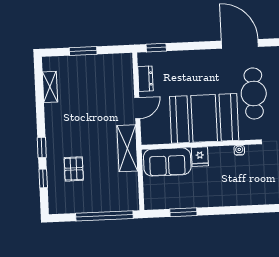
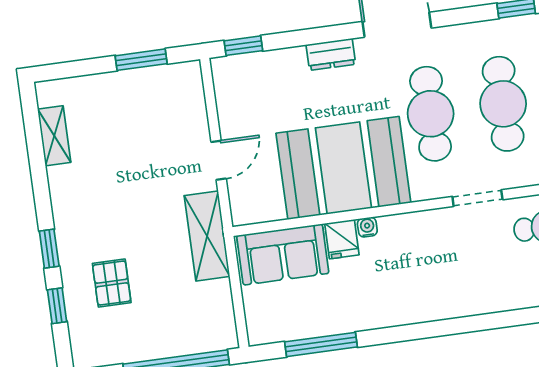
window: (83, 51) -> (141, 60), moved
dresser: (145, 79) -> (331, 54), moved, turned 90
water cooler: (239, 150) -> (367, 227), moved
window: (183, 212) -> (321, 344), width x1.44

